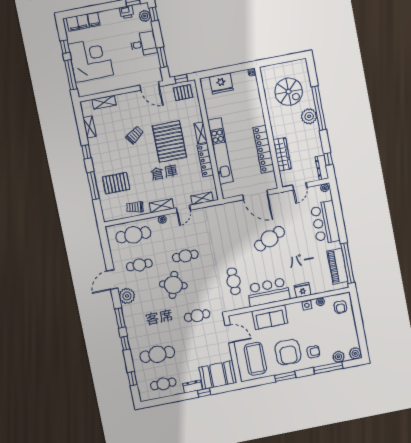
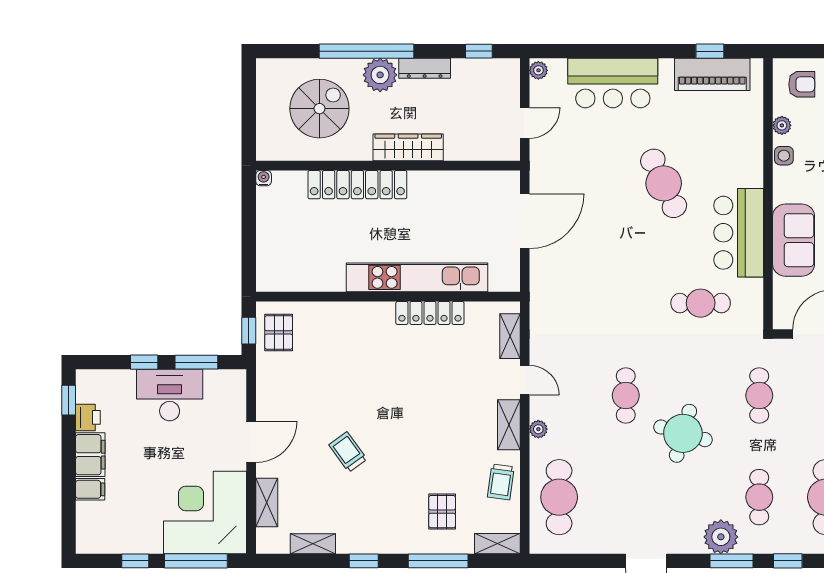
window: (153, 14) -> (144, 362), moved
plant: (145, 16) -> (103, 381), removed
filing cabinet: (78, 23) -> (90, 455), moved
desk: (144, 44) -> (170, 395), width x1.37
corner desk: (91, 60) -> (205, 513), moved
fridge: (221, 83) -> (275, 248), removed
door: (150, 86) -> (251, 442), moved
shelving: (201, 133) -> (497, 544), moved
pallet: (169, 141) -> (376, 381), removed
locker: (264, 149) -> (357, 185), moved
wardrobe: (282, 154) -> (408, 147), moved
dresser: (322, 168) -> (425, 68), moved
pallet: (116, 183) -> (442, 512), width x0.67, depth x0.71
door: (300, 186) -> (525, 123), hinge flipped
cafe table: (269, 239) -> (664, 183), moved
window: (348, 263) -> (710, 51), width x0.32
cafe table: (139, 265) -> (759, 497), moved
fridge: (303, 290) -> (749, 159), removed
plant: (127, 296) -> (721, 537), moved

